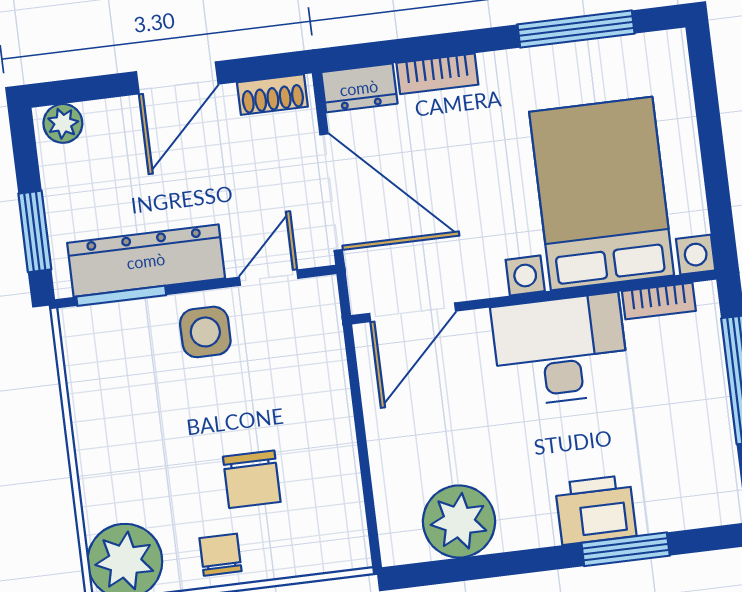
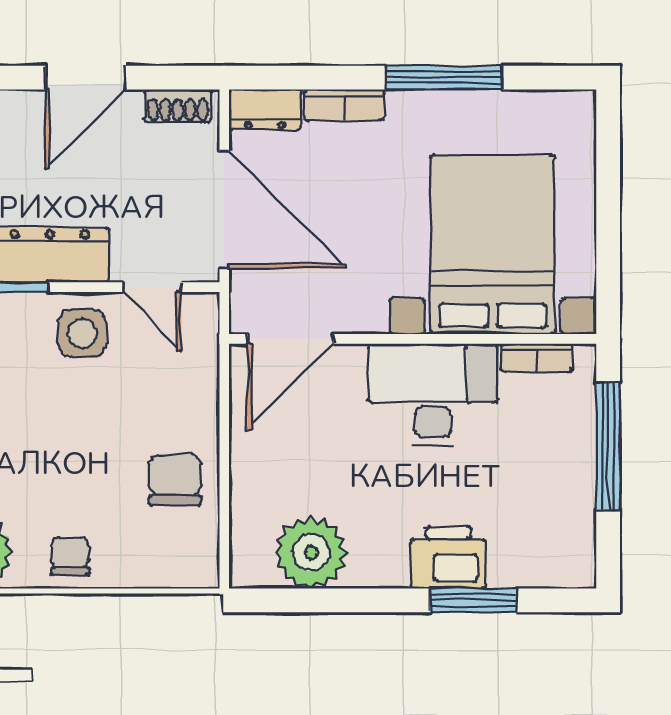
window: (576, 29) -> (444, 78), moved
door: (269, 278) -> (152, 287), swing flipped
chair: (252, 479) -> (175, 480), moved, turned 180

